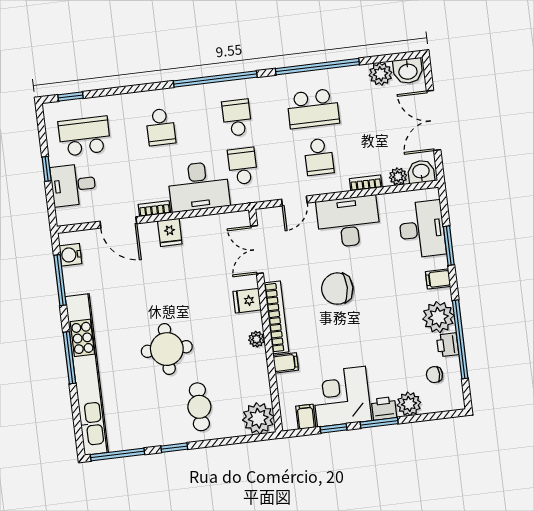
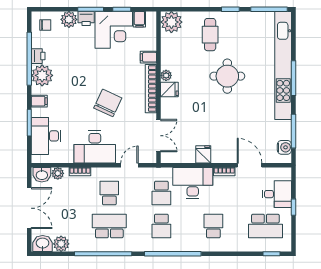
fridge: (170, 232) -> (203, 154), moved
chair: (337, 289) -> (108, 103), turned -67
fridge: (247, 301) -> (169, 89), moved
chair: (434, 375) -> (45, 25), moved

